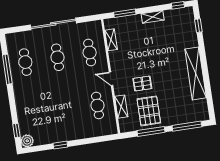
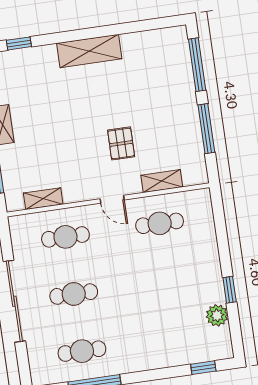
shelving: (196, 73) -> (89, 51), width x0.68
door: (111, 79) -> (112, 199), hinge flipped
pallet: (149, 111) -> (170, 132), removed
plant: (27, 141) -> (217, 315), moved

